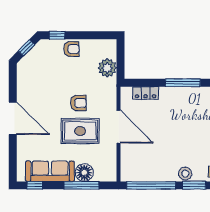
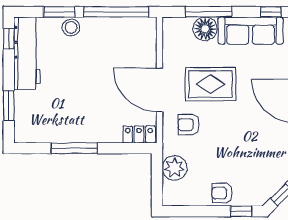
locker: (146, 93) -> (139, 134), moved
armchair: (78, 103) -> (189, 125), moved

